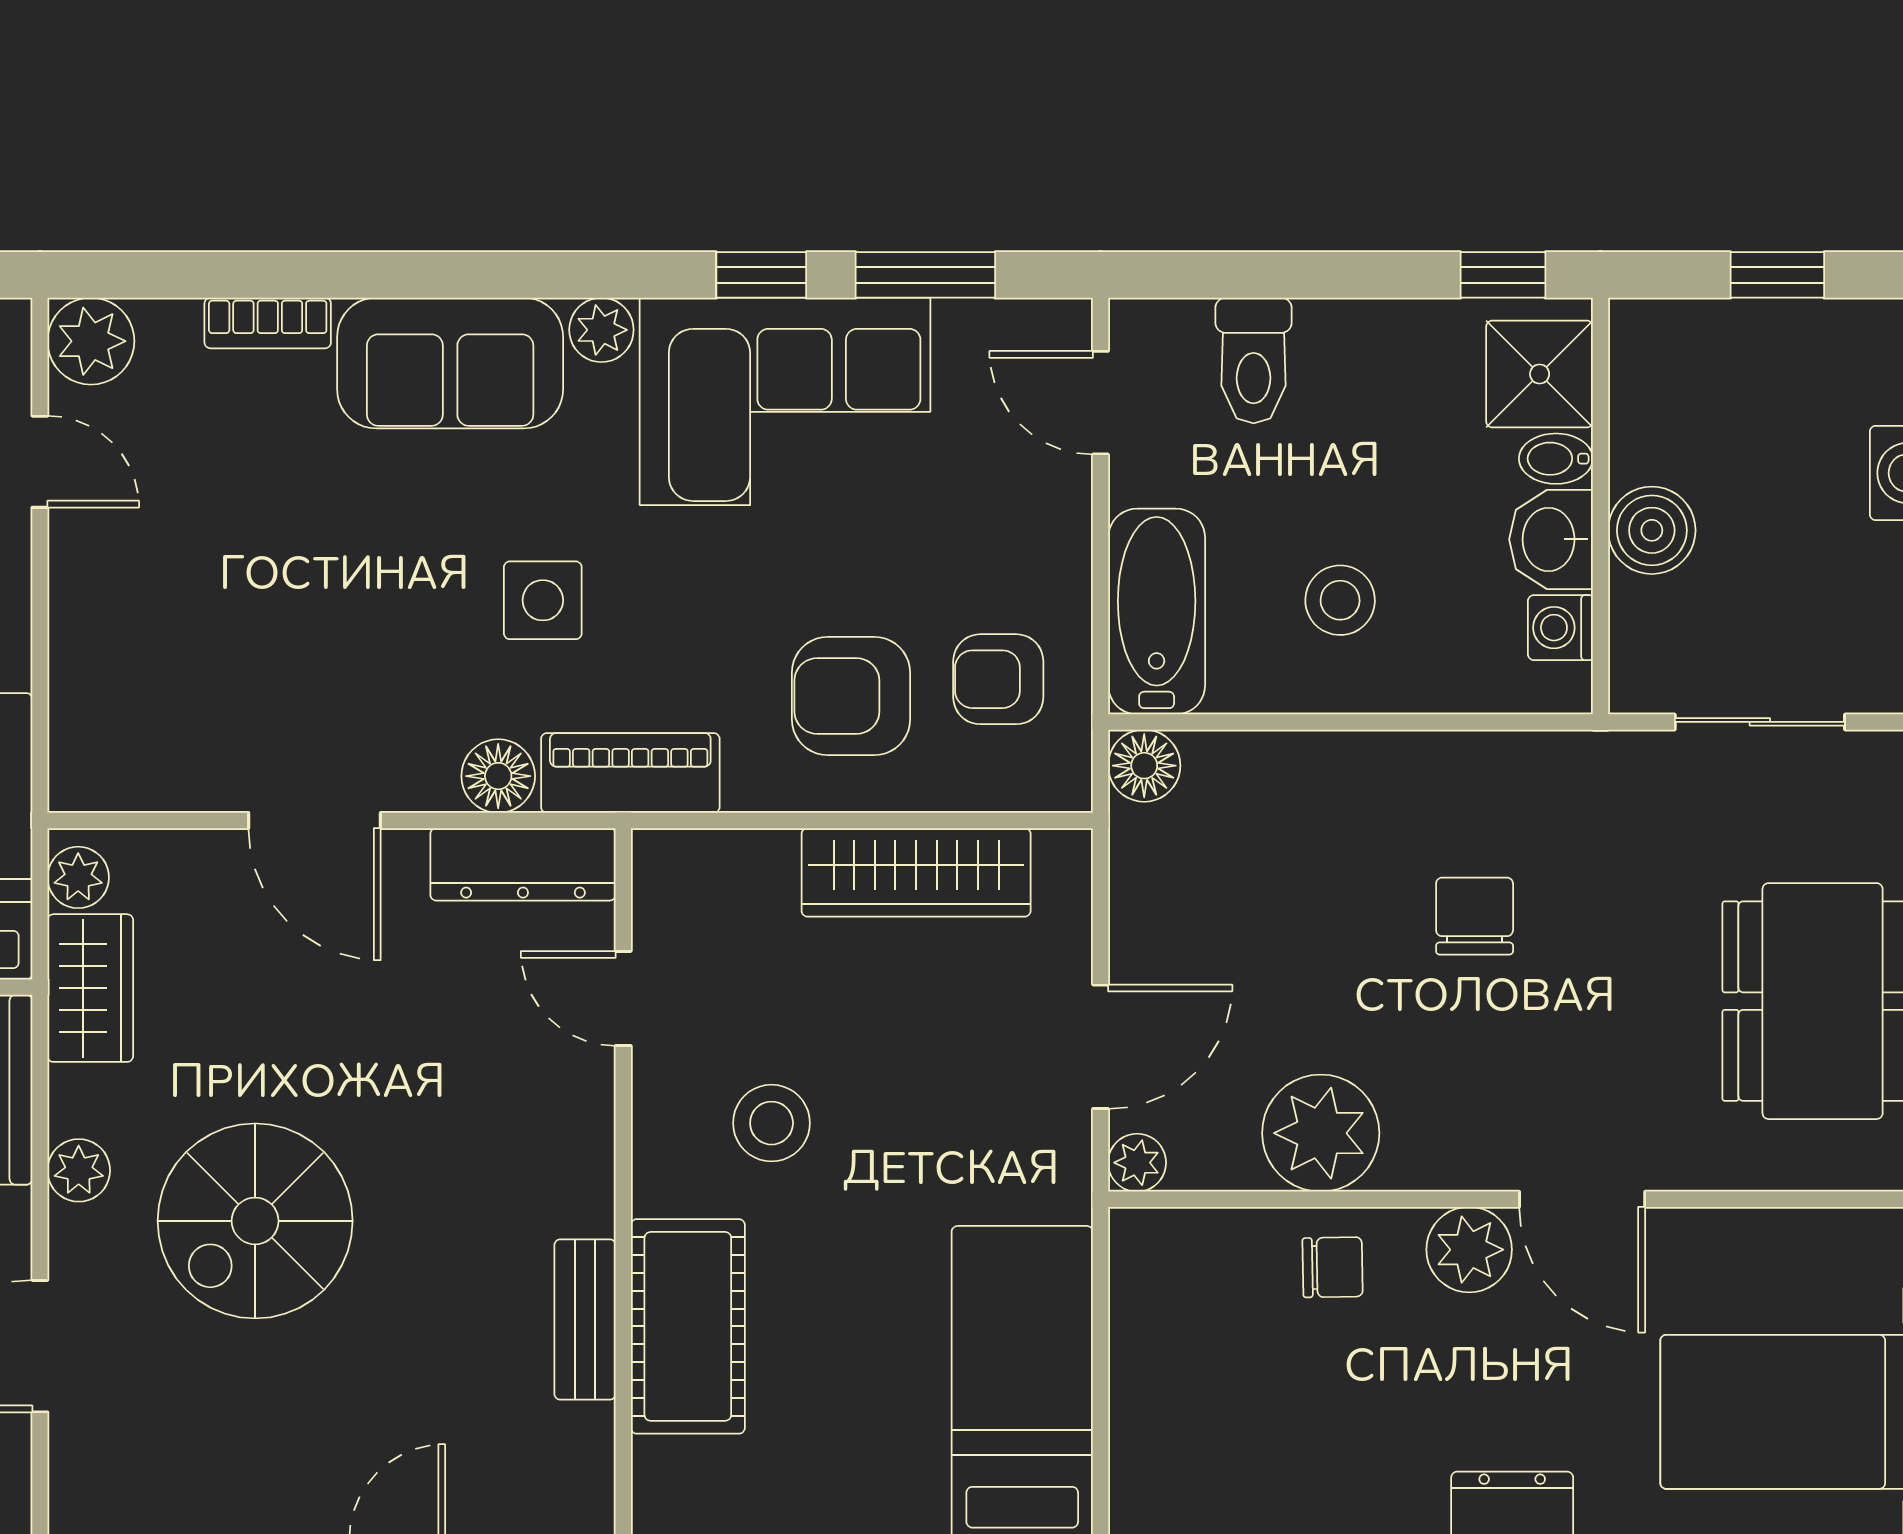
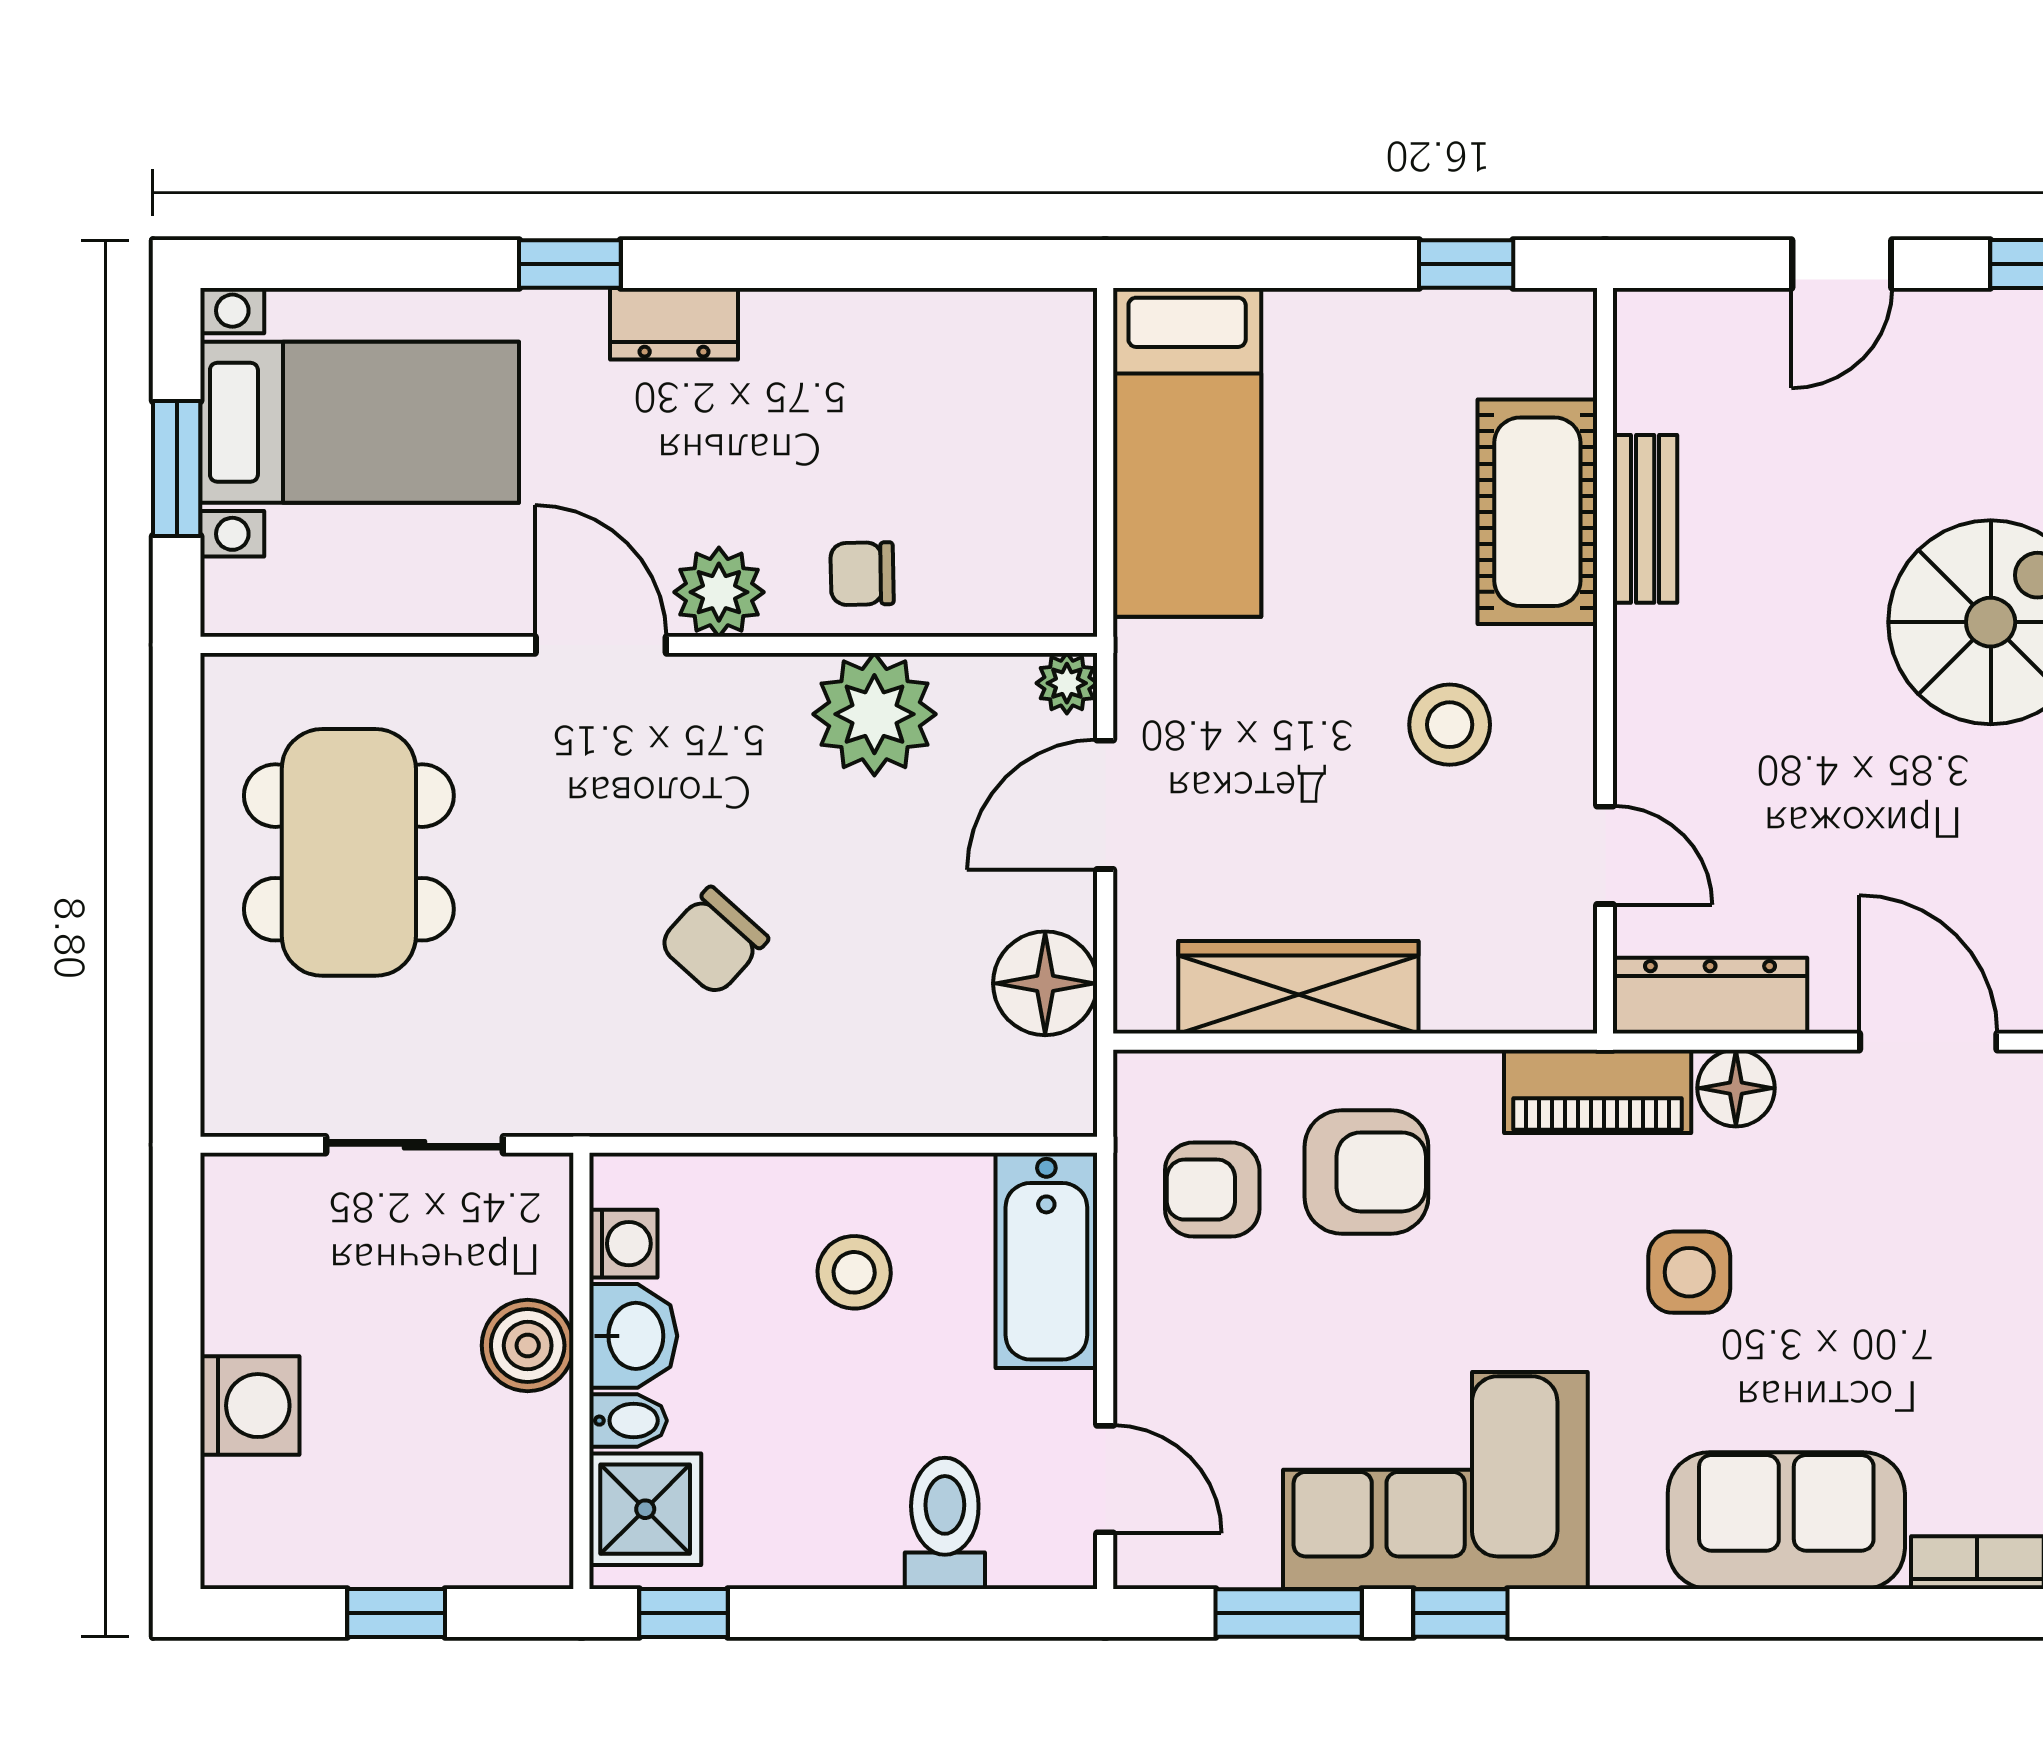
plant: (601, 330) -> (1628, 1555), removed
armchair: (998, 679) -> (1212, 1190), turned 180
floor lamp: (1144, 766) -> (1045, 983), moved, width x1.38, depth x1.38
chair: (1475, 916) -> (713, 941), turned 42

